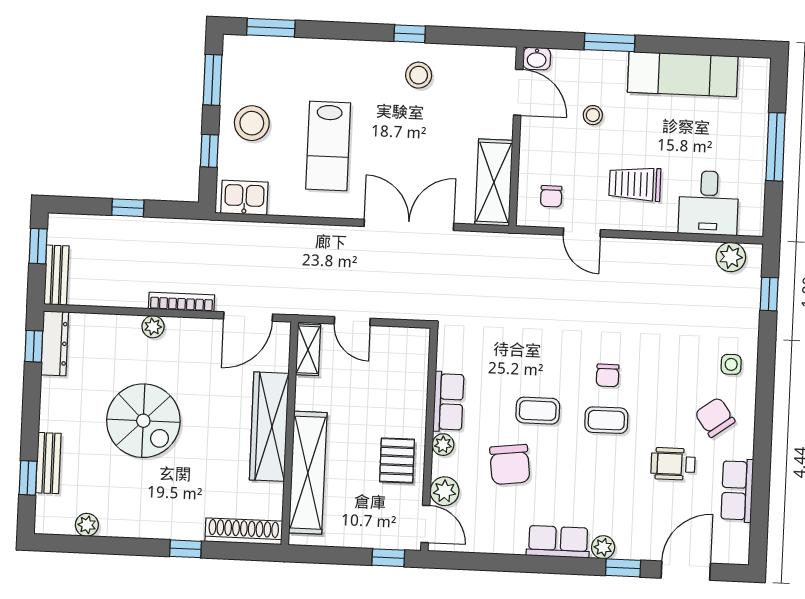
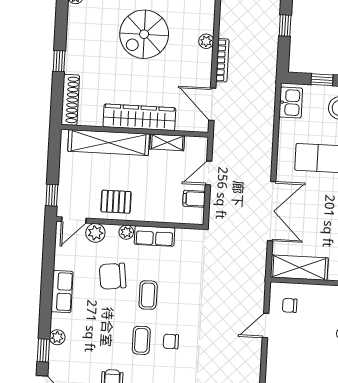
trolley: (635, 184) -> (297, 361), removed
filing cabinet: (391, 342) -> (194, 199), added
shelving: (308, 350) -> (167, 142), moved
row of seats: (558, 542) -> (62, 292), moved

